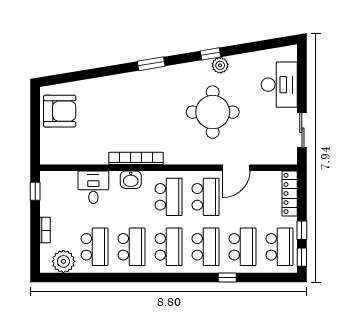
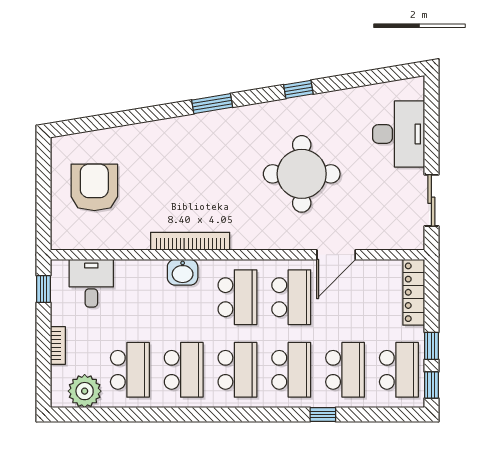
plant: (220, 65) -> (312, 106), removed
armchair: (60, 111) -> (94, 187), moved, turned -90
desk: (93, 187) -> (91, 283), moved

